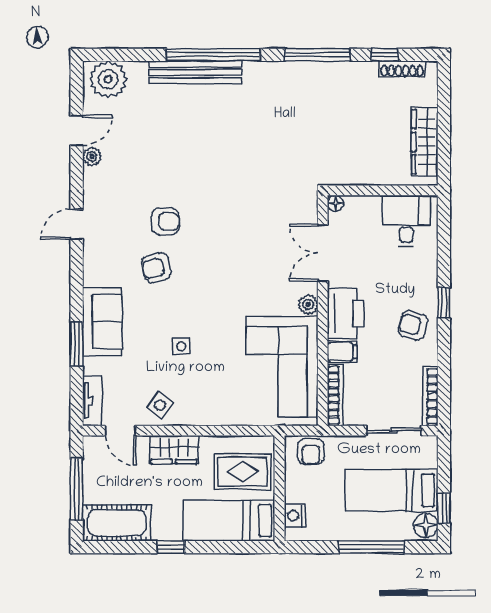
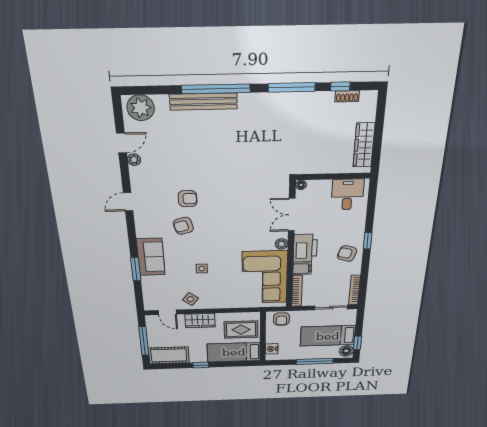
shoe rack: (402, 69) -> (347, 96), width x0.70
tv unit: (92, 401) -> (149, 298), removed

